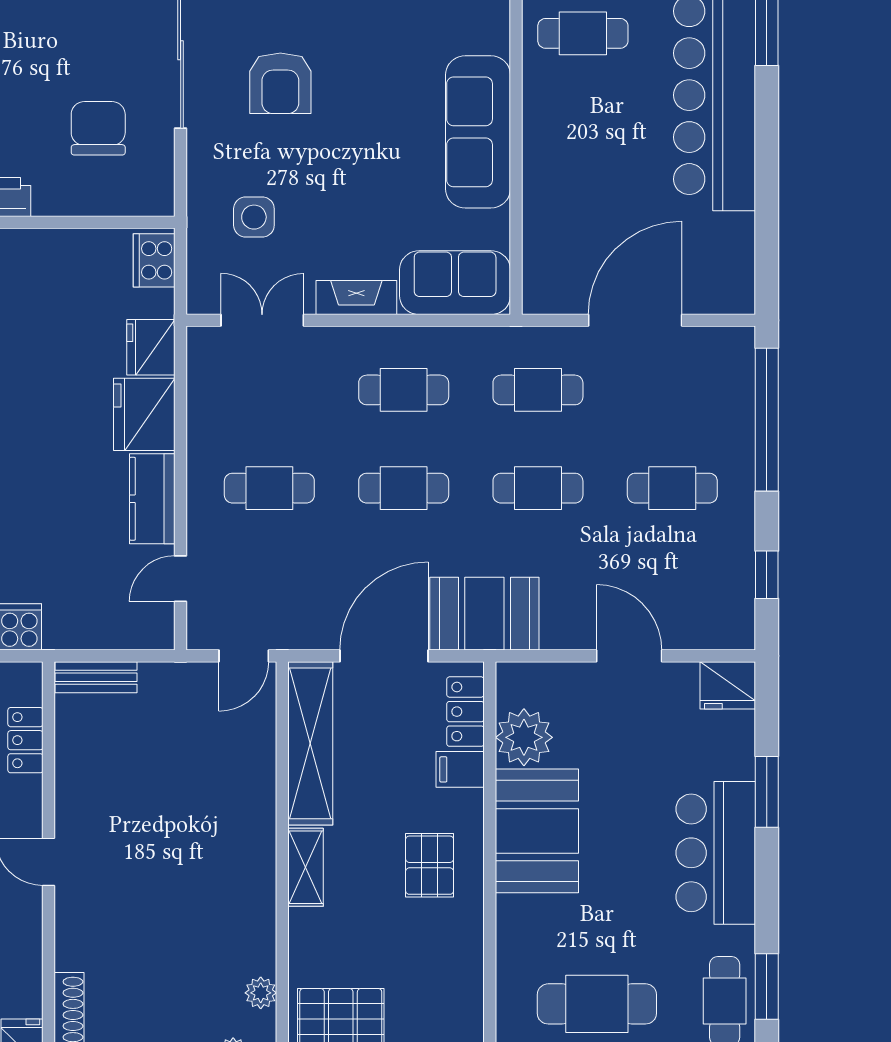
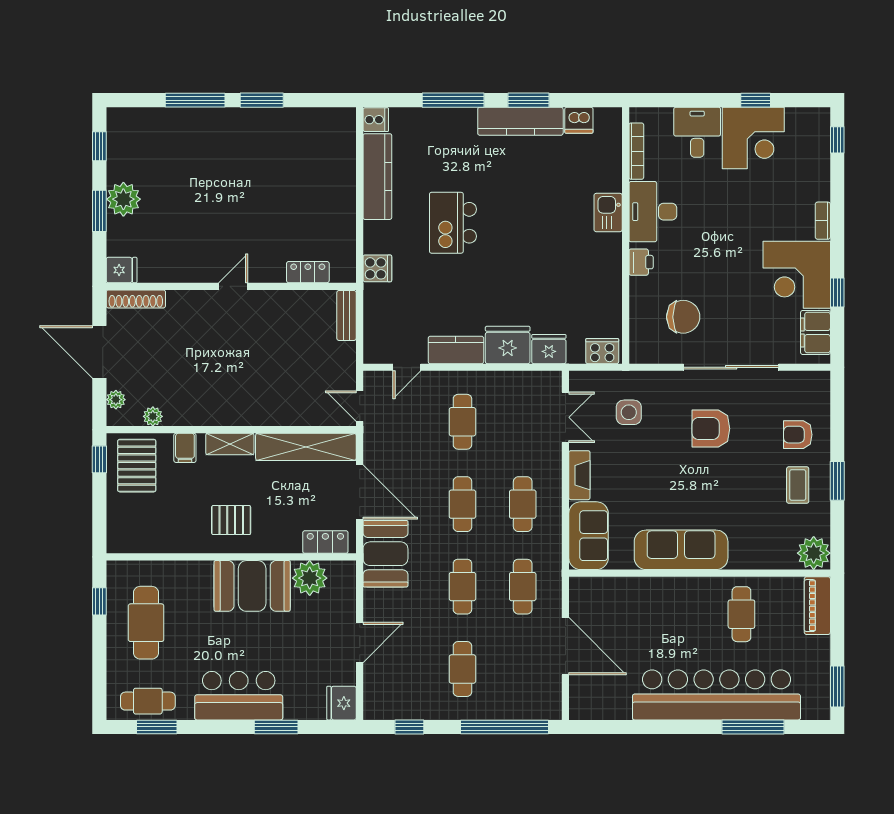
door: (181, 579) -> (407, 367), swing flipped
filing cabinet: (460, 769) -> (185, 448), moved, turned 180

